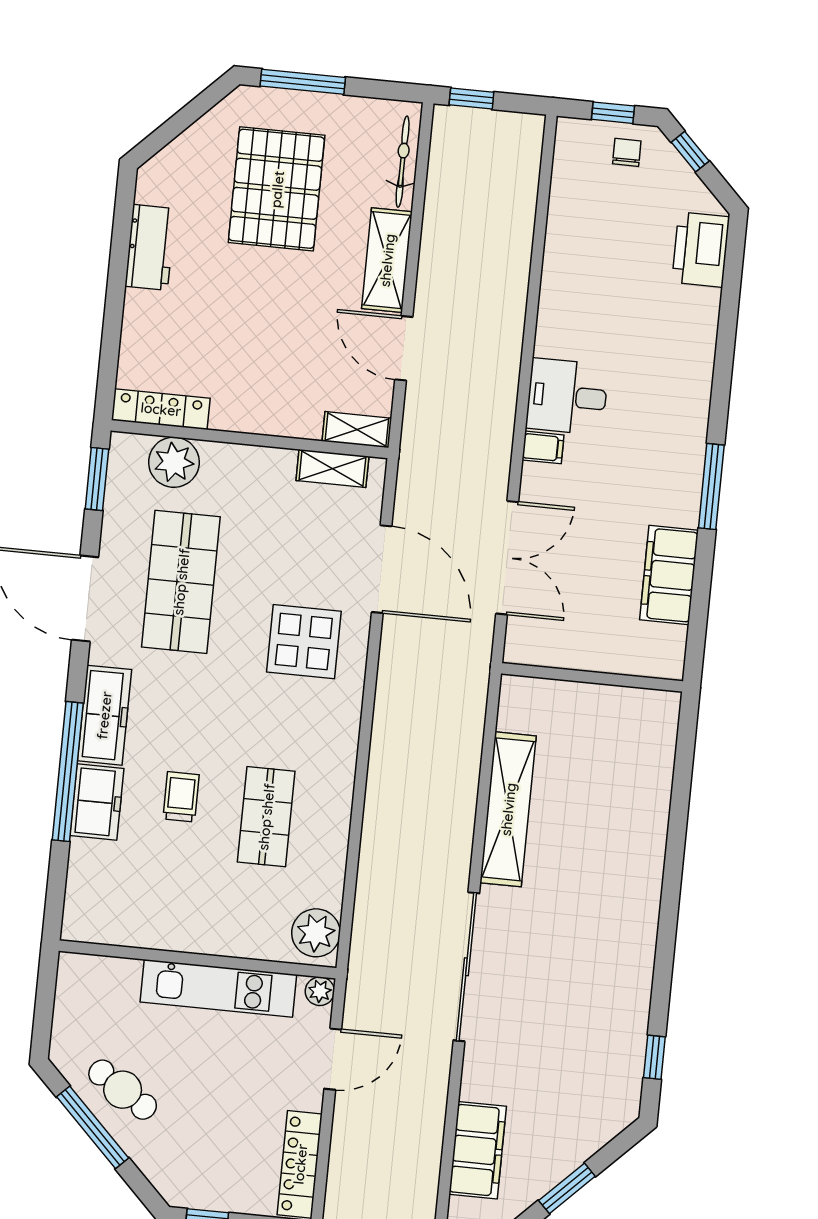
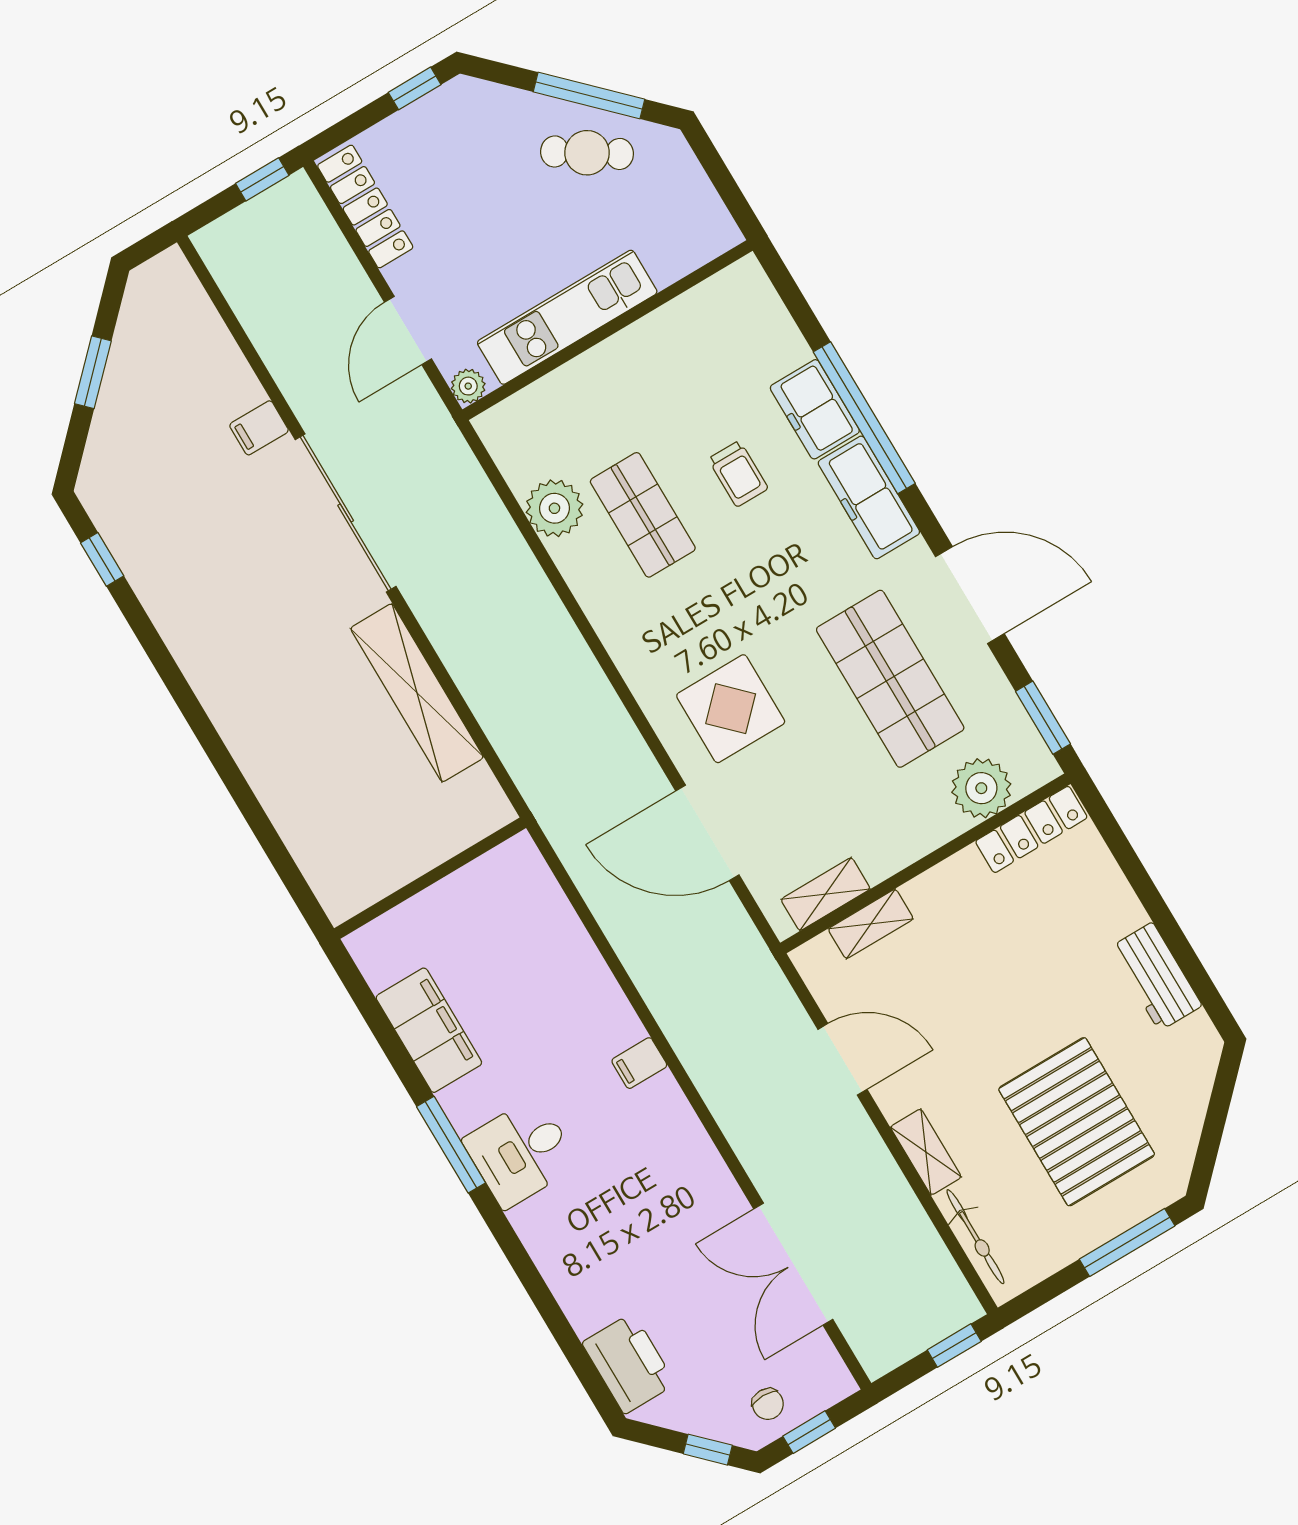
shelving: (387, 260) -> (926, 1152), width x0.67, depth x0.75
desk: (567, 397) -> (521, 1152), moved, turned 180
shelving: (357, 430) -> (871, 924), moved
double door: (507, 558) -> (793, 1264), moved
plant: (316, 933) -> (554, 508), moved
filing cabinet: (478, 1150) -> (259, 428), moved, width x0.33, depth x0.86

